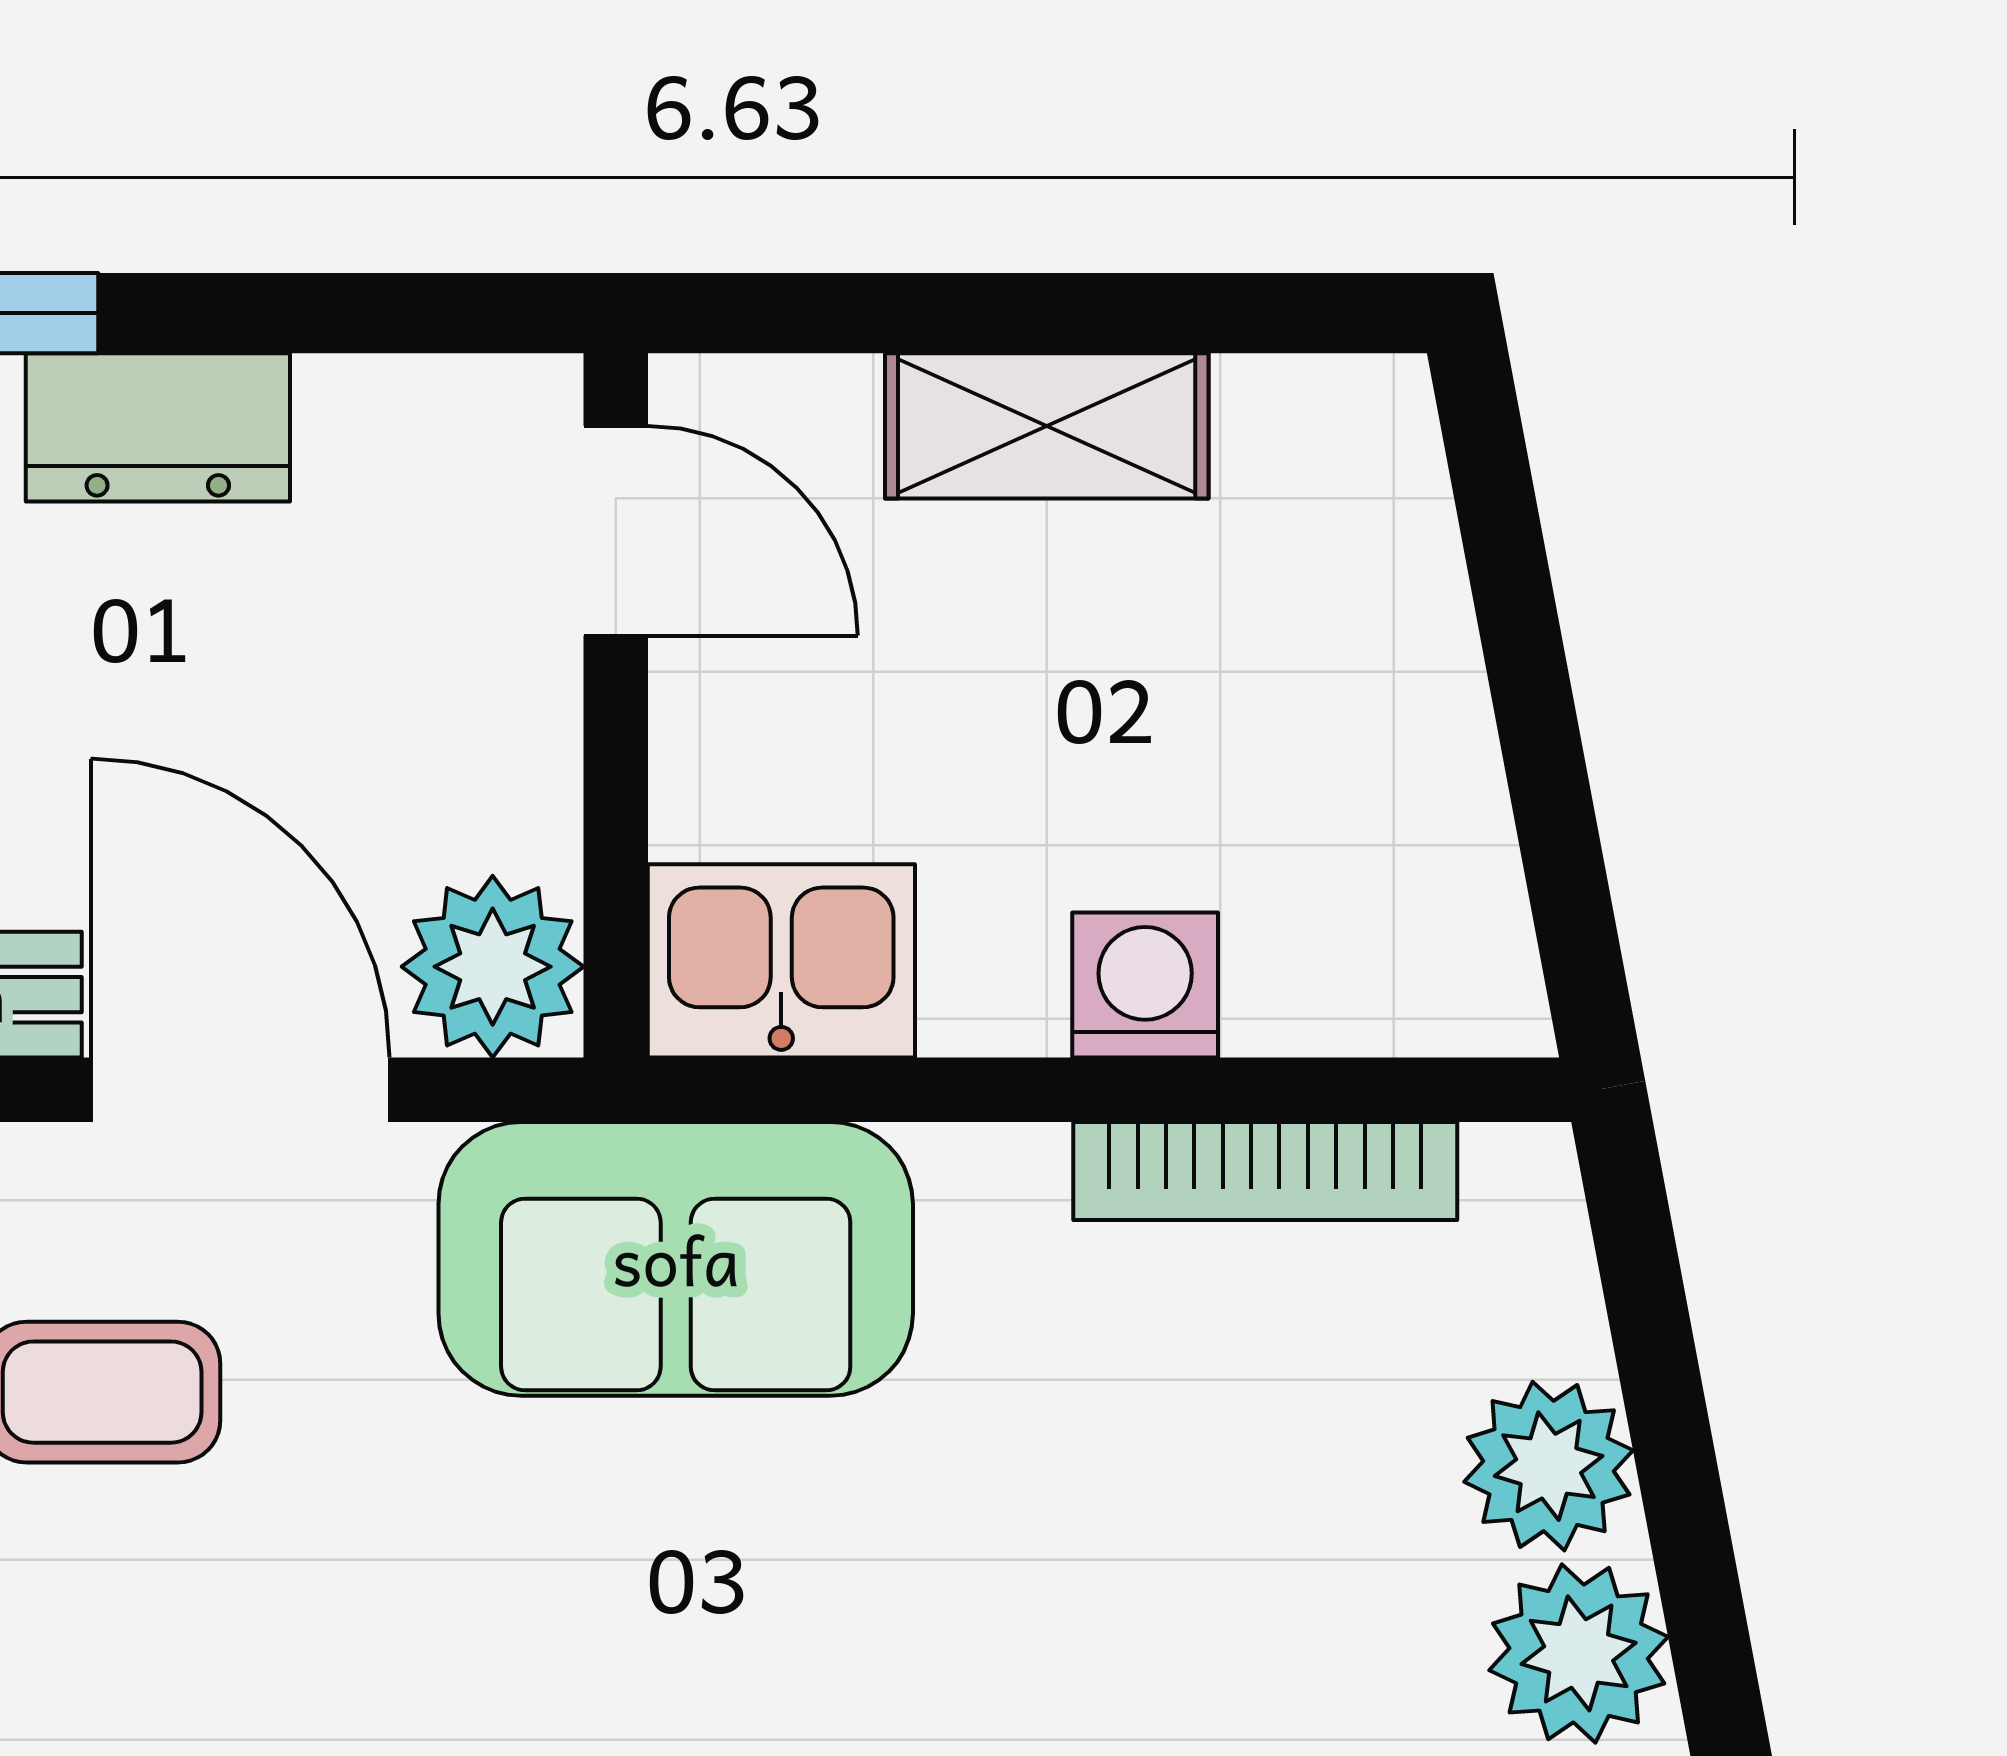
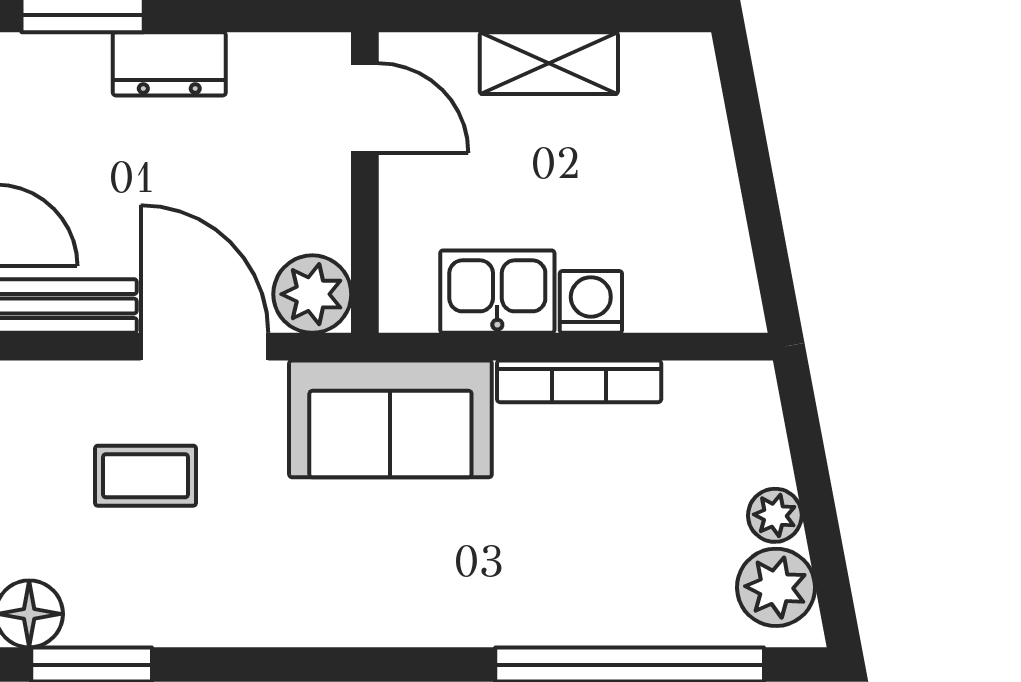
kitchen sink: (781, 961) -> (497, 292), moved
bookcase: (1265, 1171) -> (579, 381), moved
plant: (1549, 1466) -> (775, 515), width x0.73, depth x0.73

